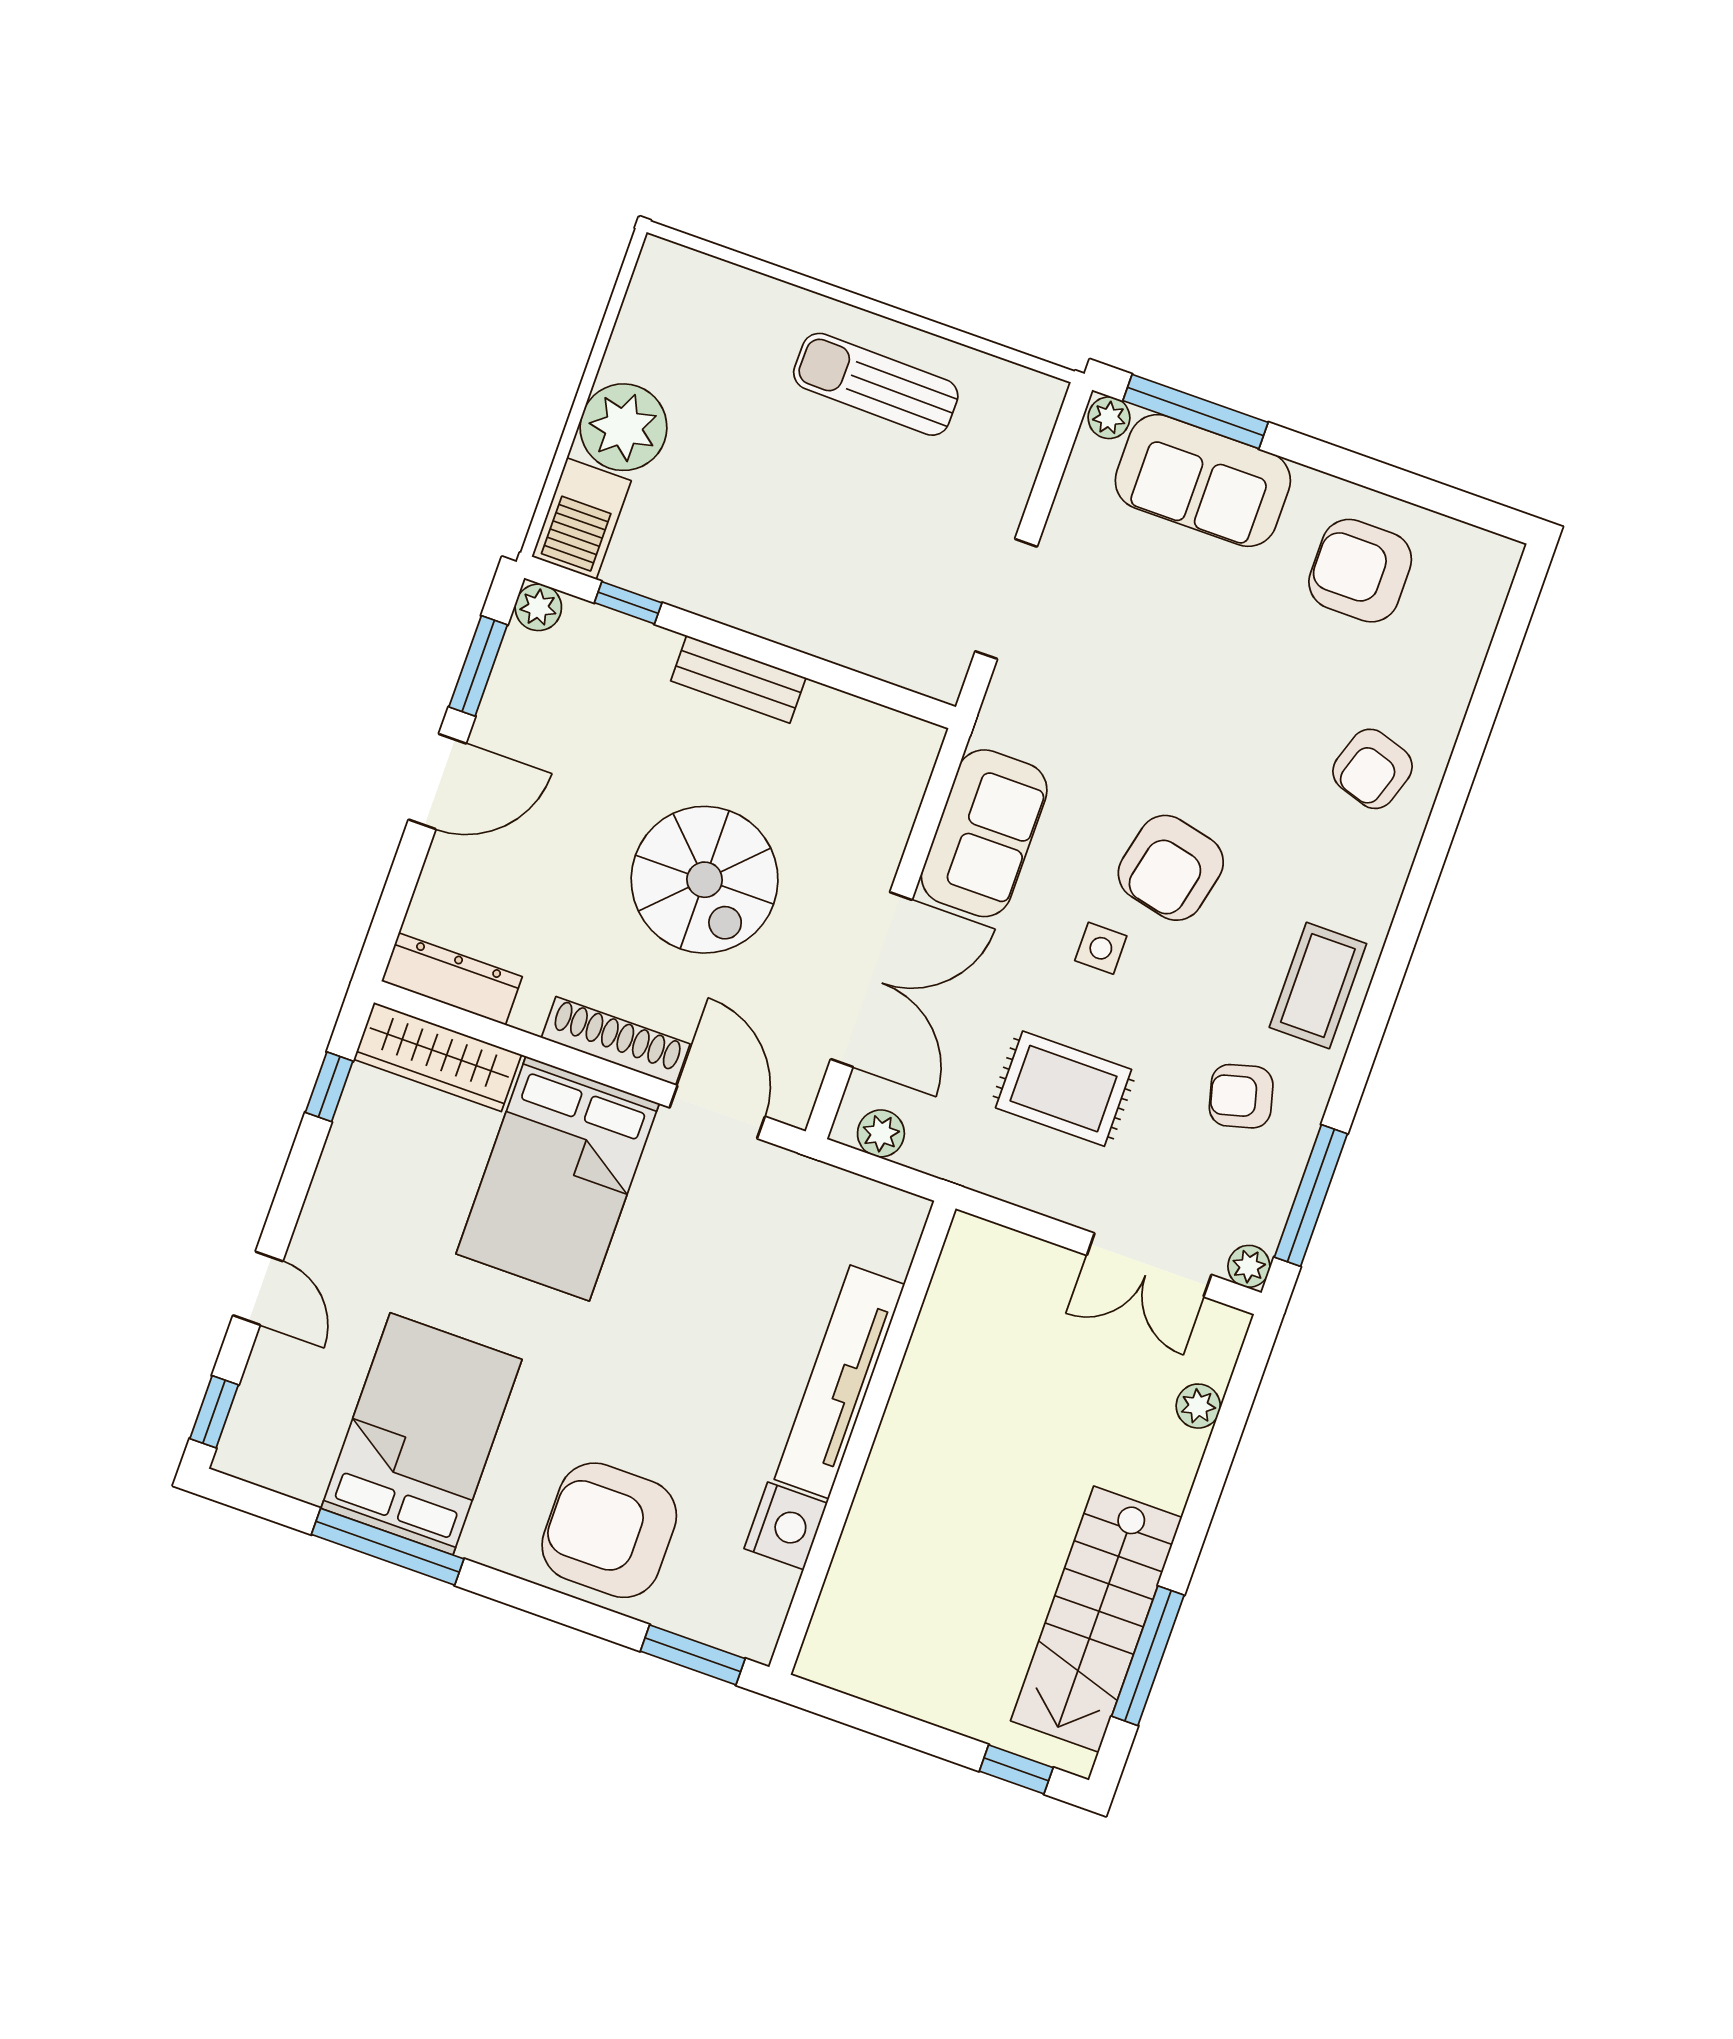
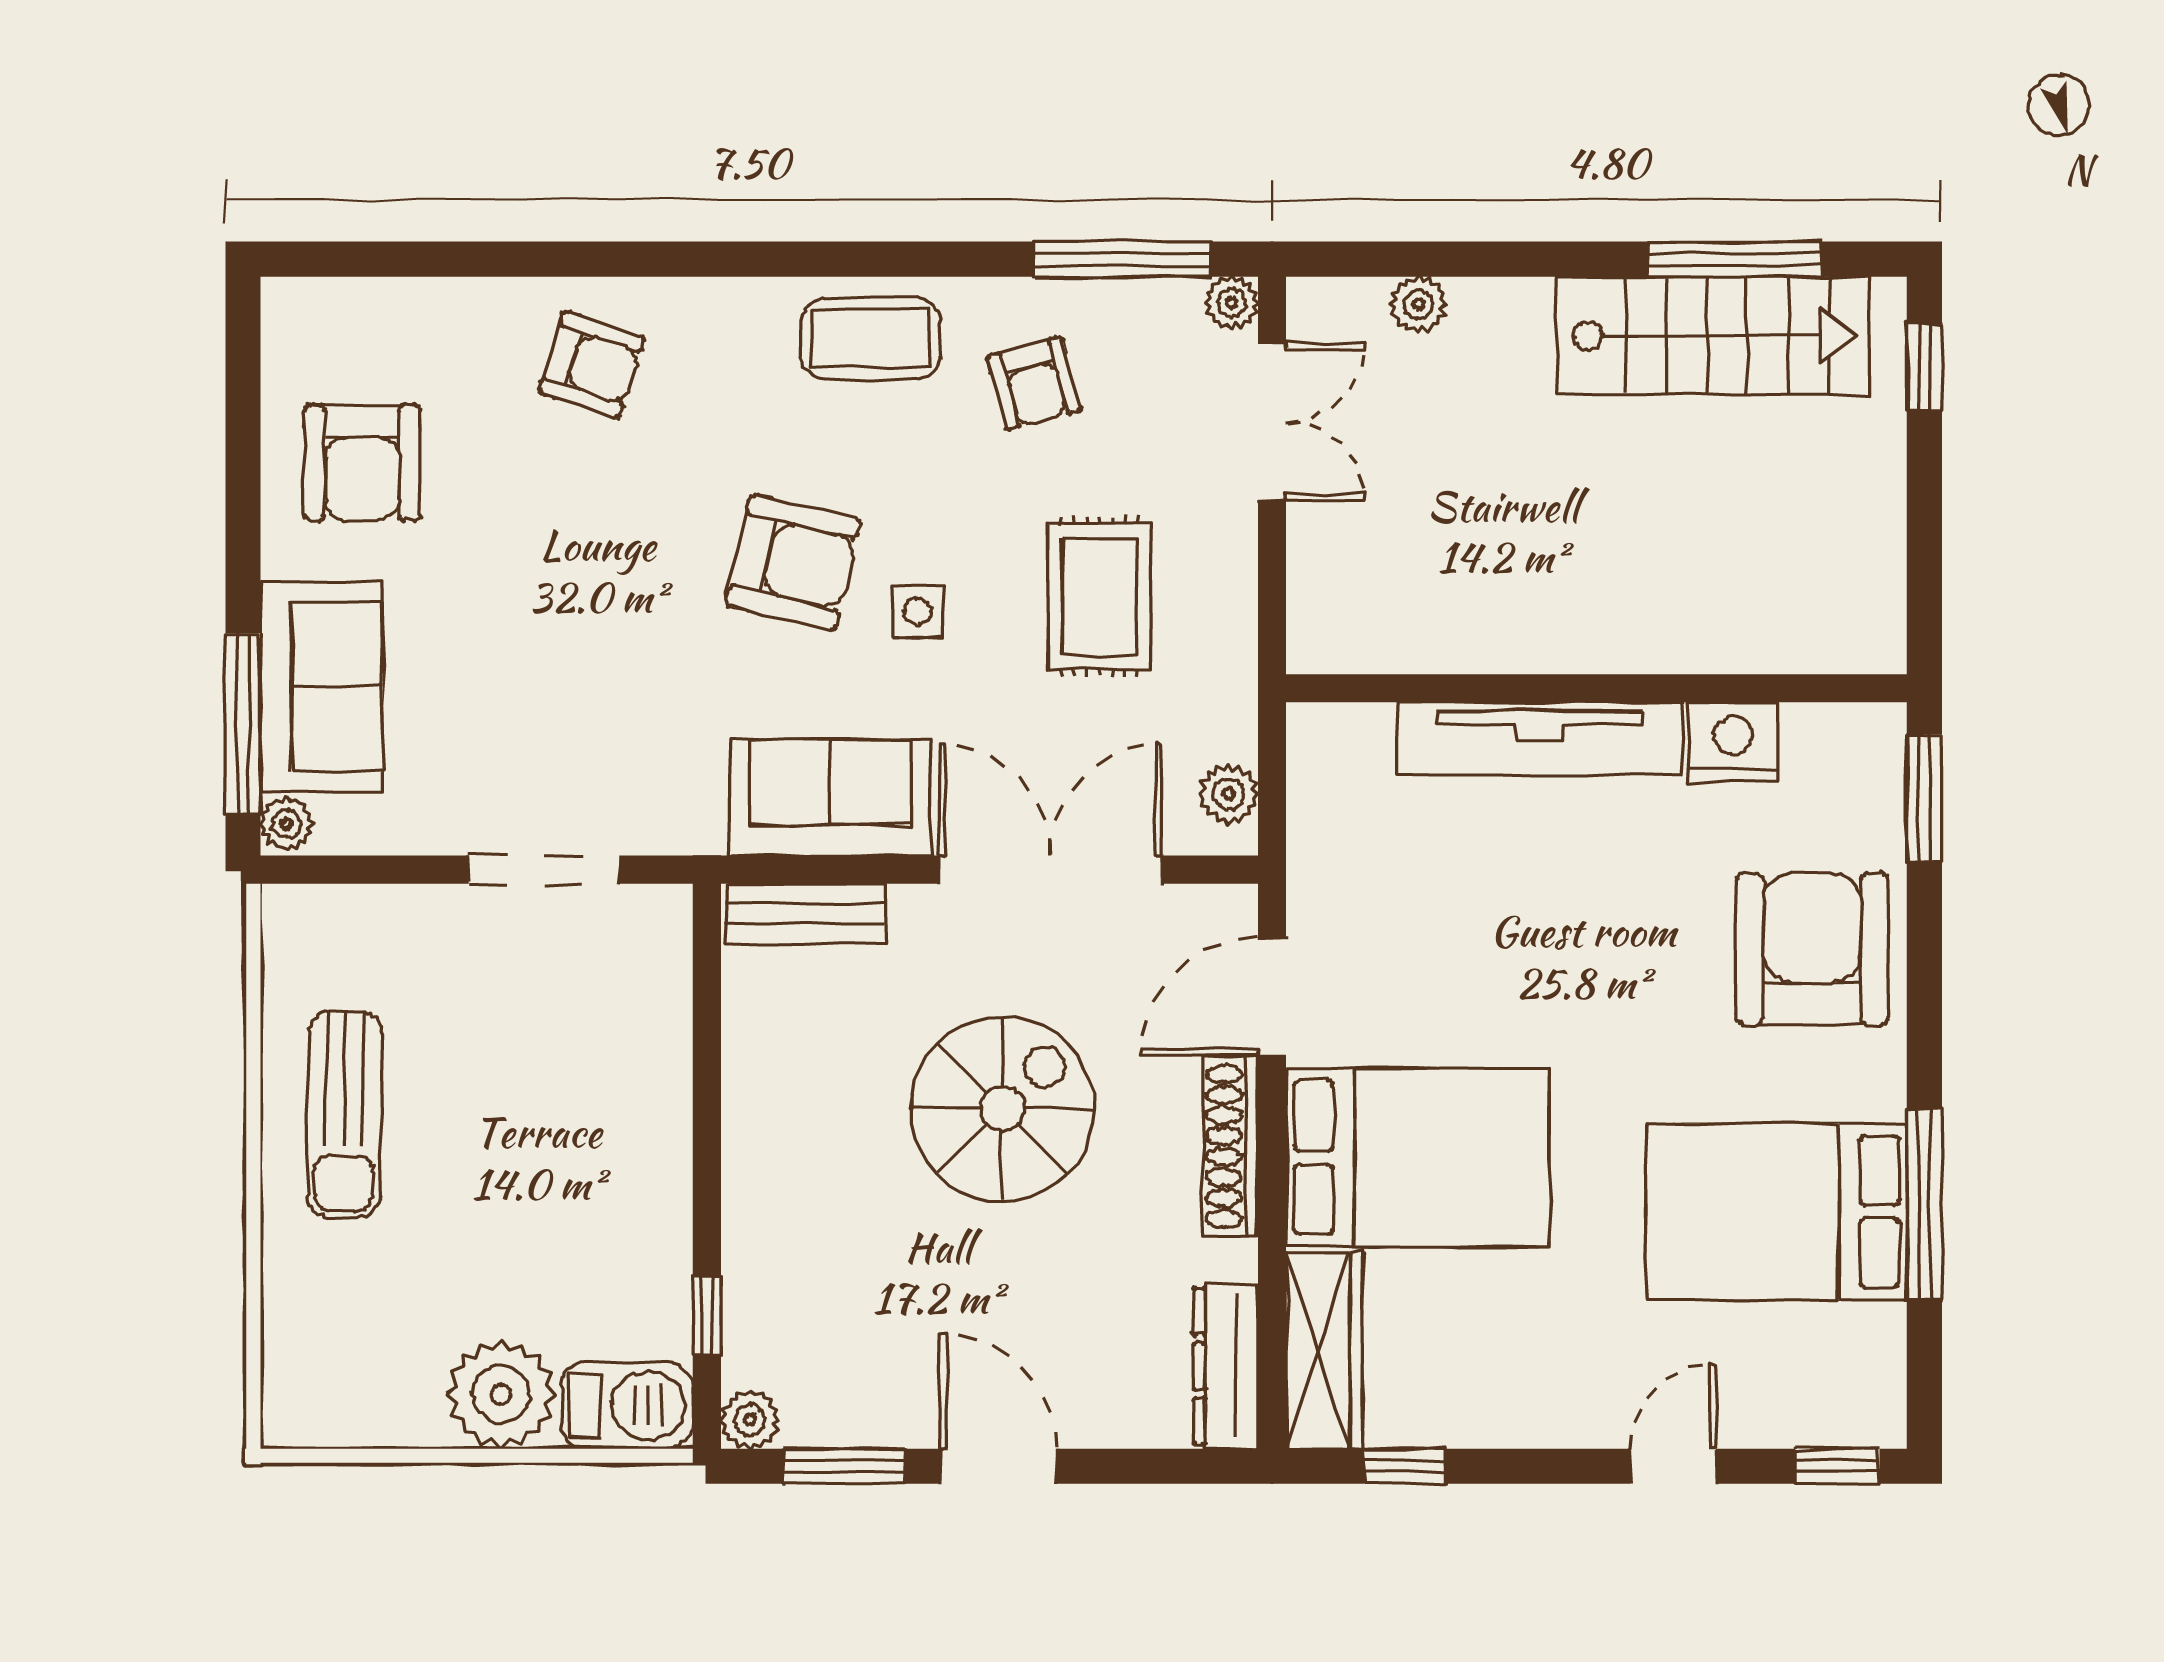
bench: (738, 679) -> (806, 914), moved, turned 90
armchair: (609, 1530) -> (1812, 949), turned 180

